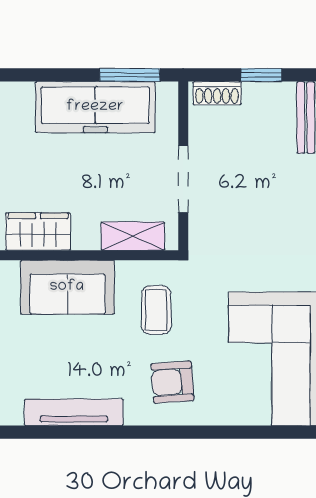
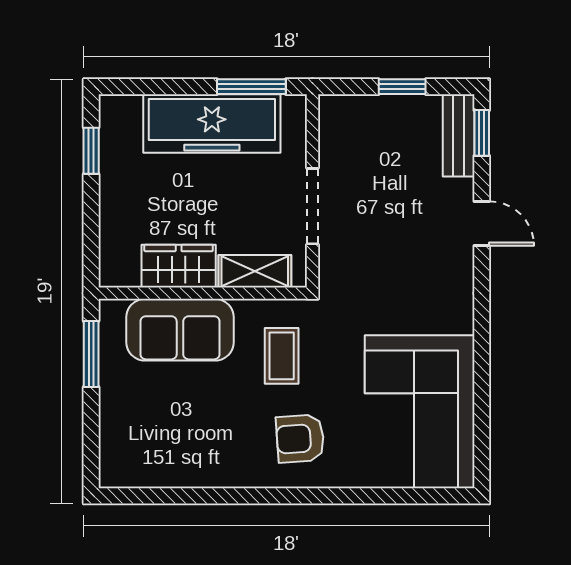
shoe rack: (217, 93) -> (351, 107), removed
wardrobe: (38, 232) -> (179, 266), moved
tv unit: (74, 412) -> (187, 473), removed

